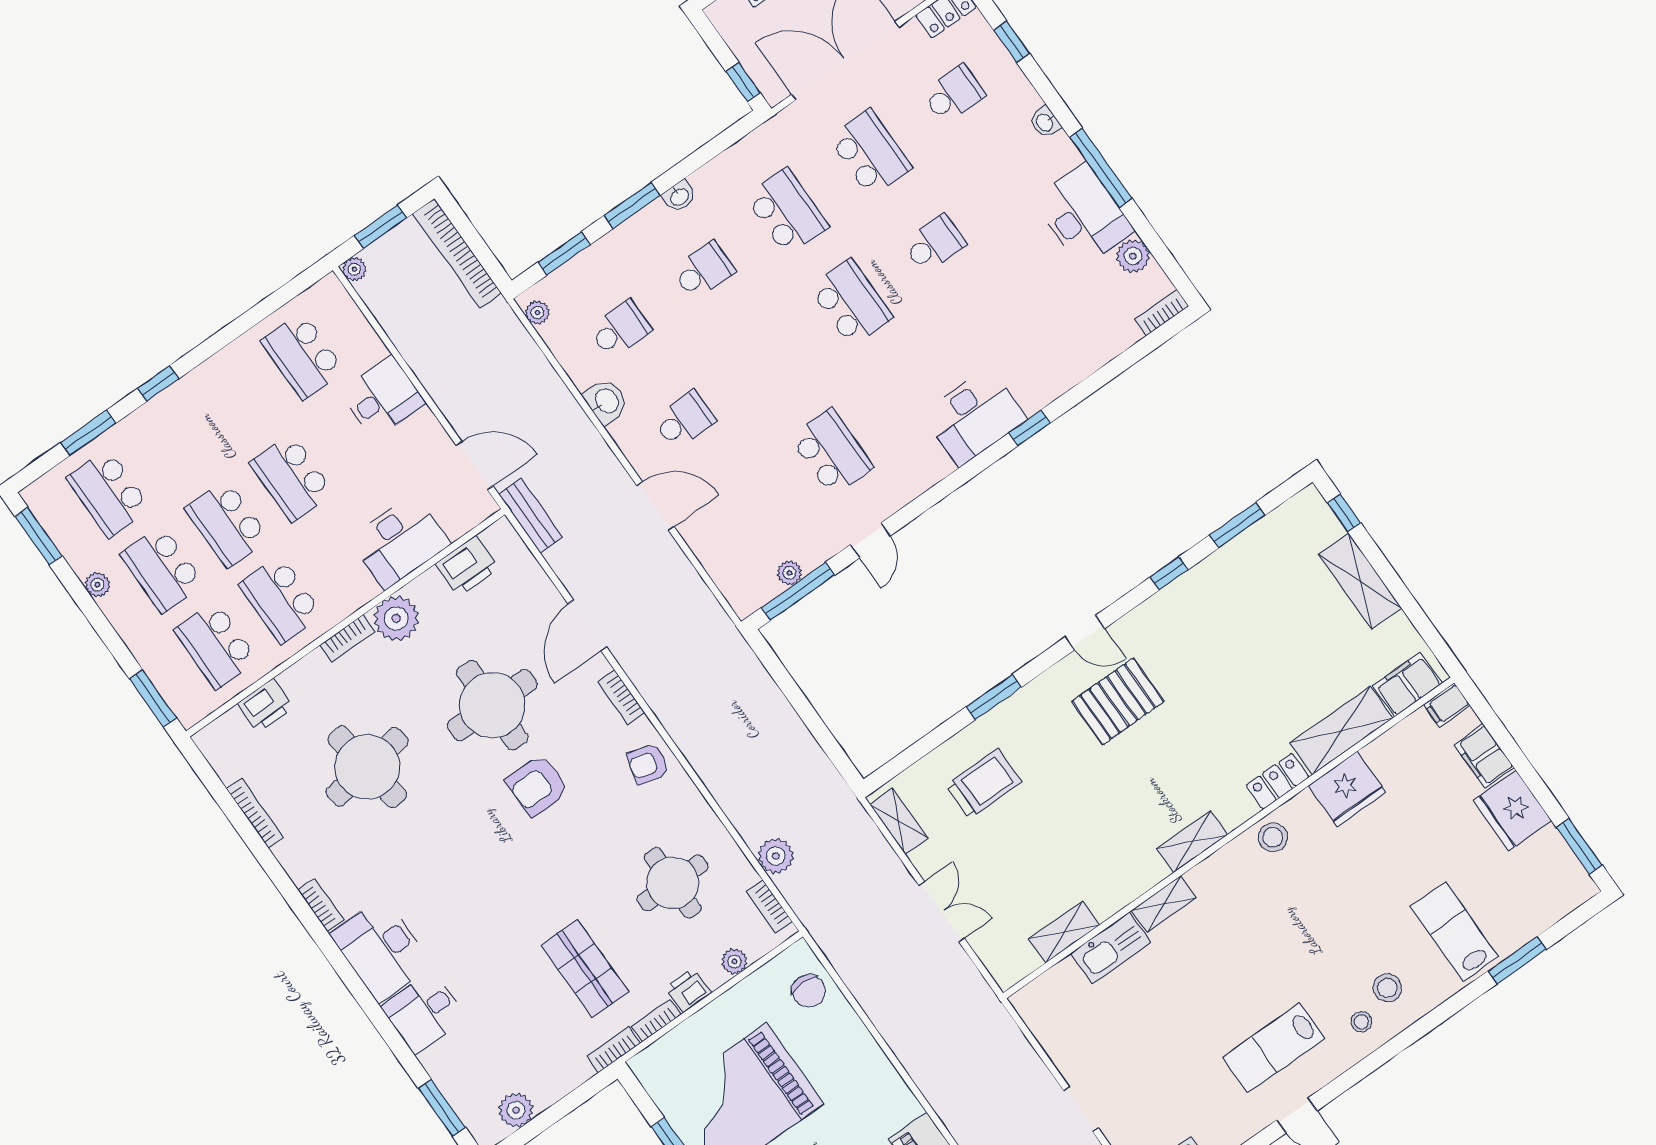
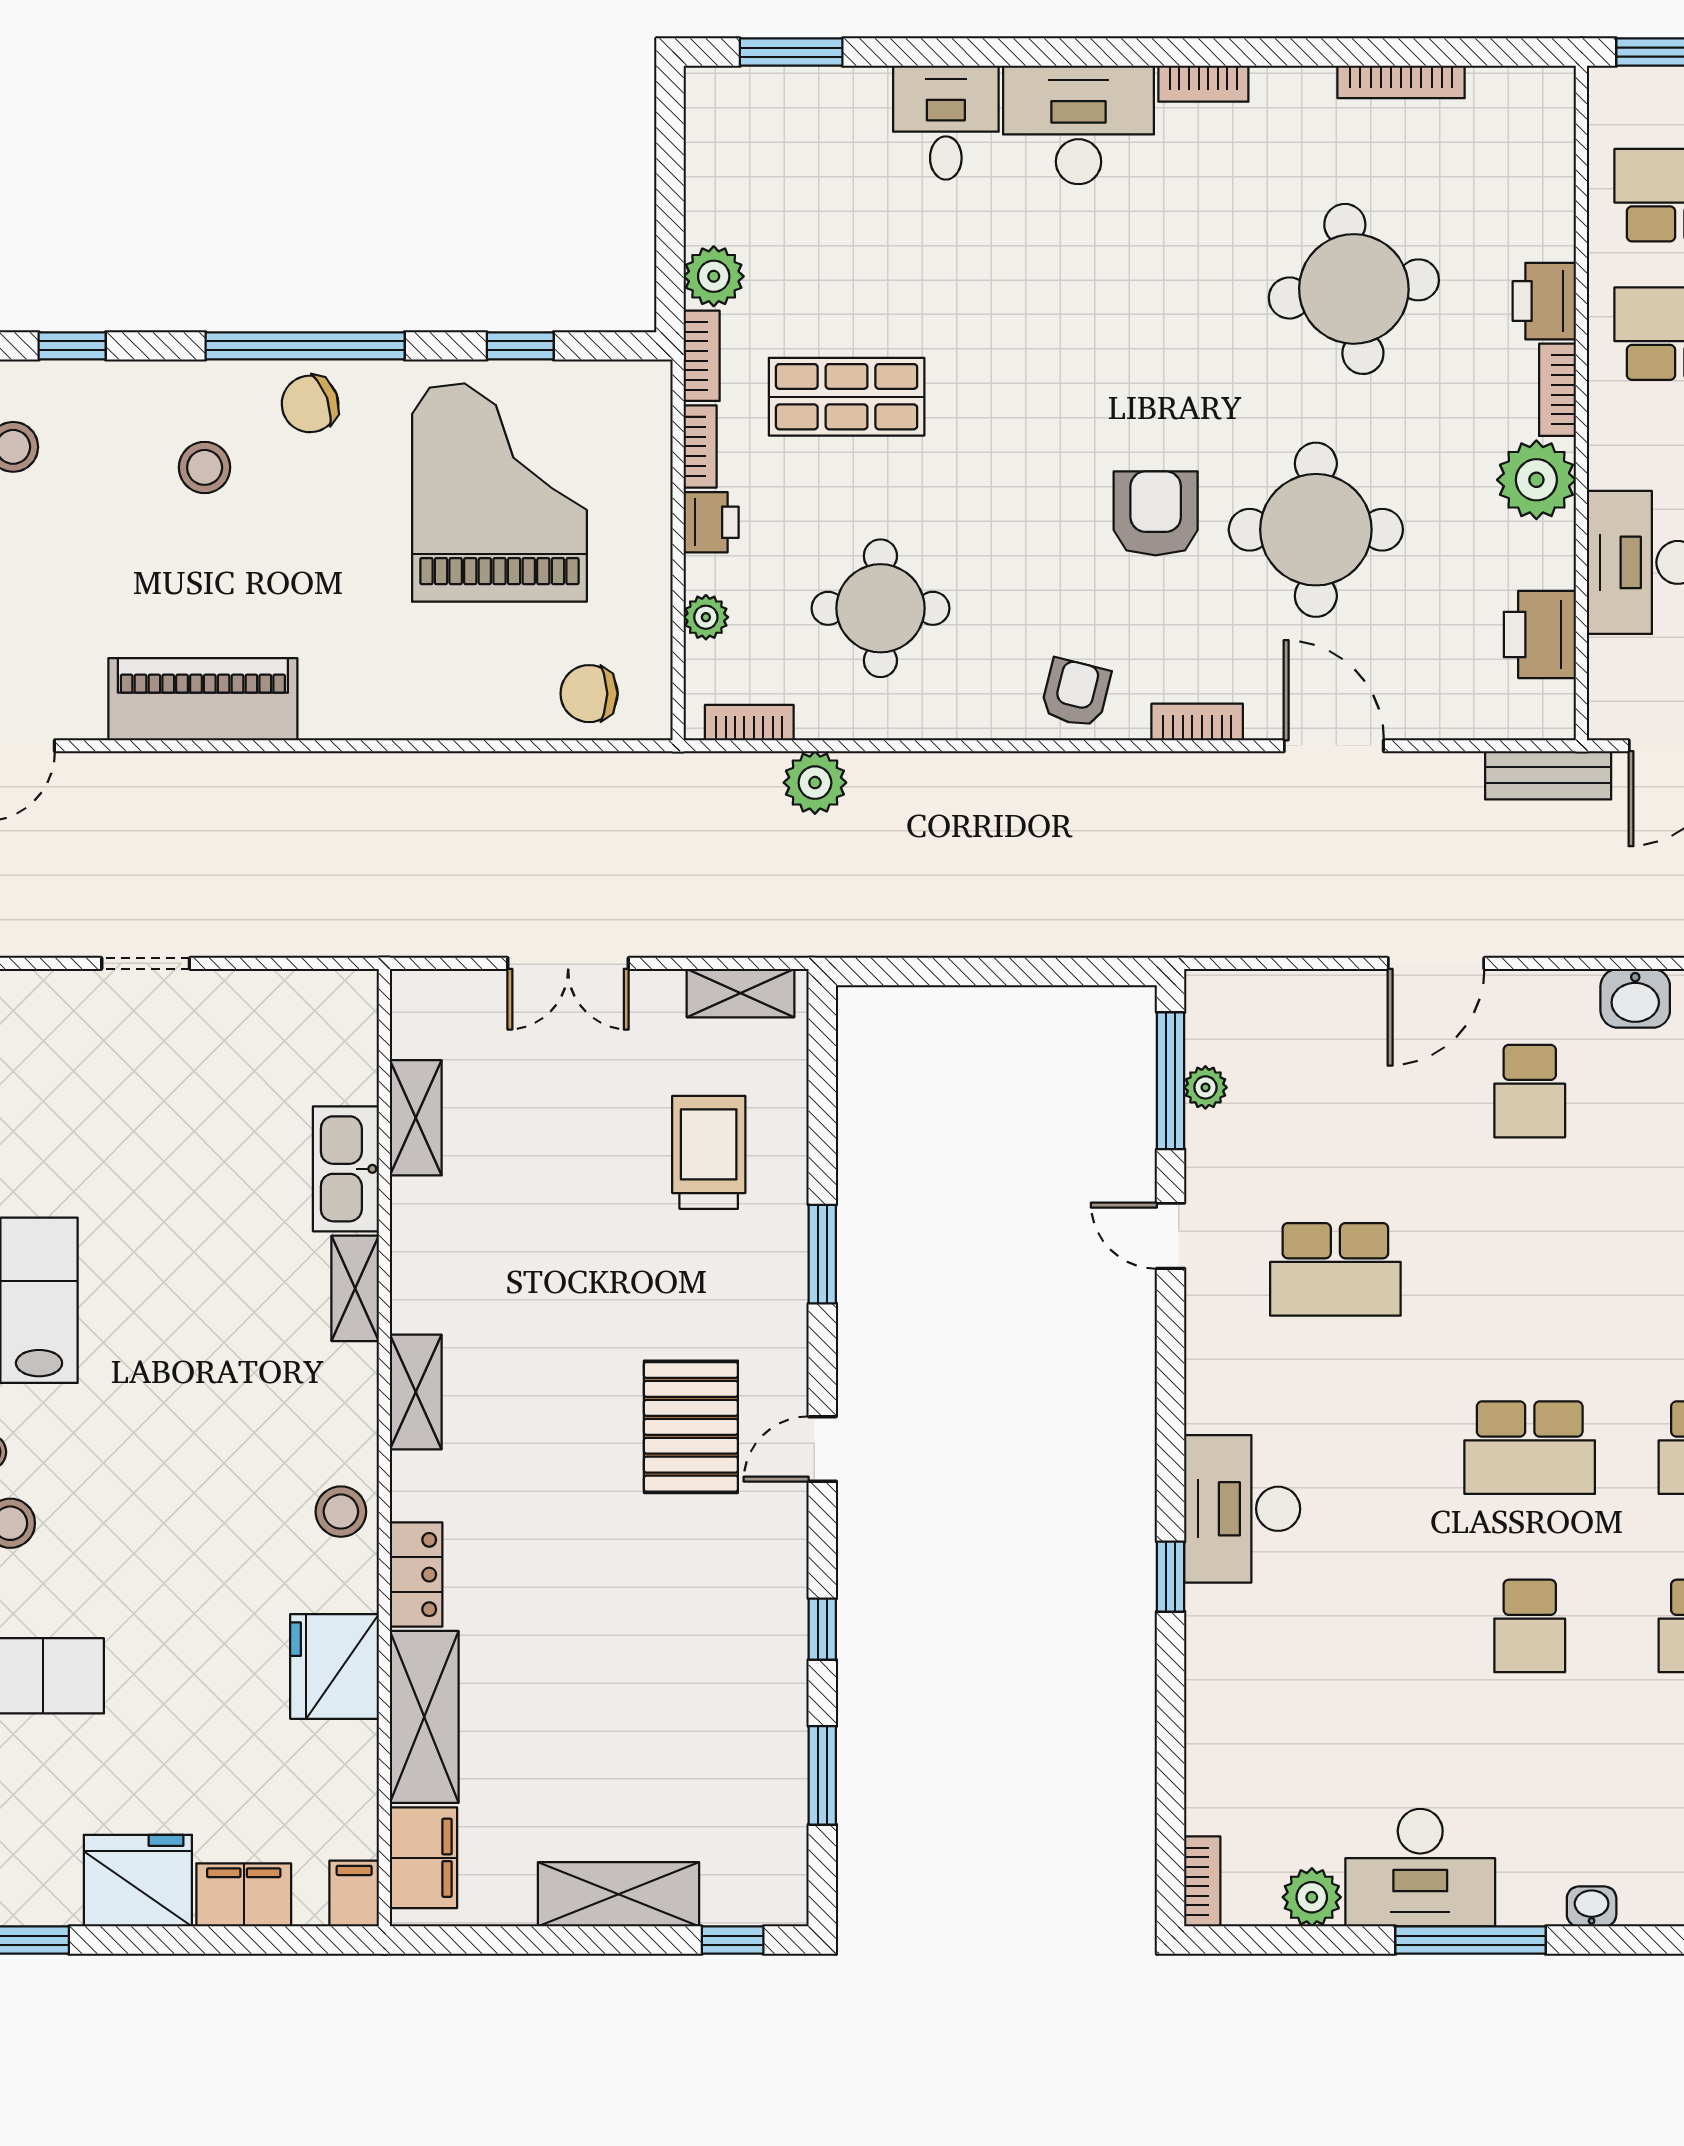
printer: (266, 705) -> (1544, 301), moved
trolley: (984, 784) -> (709, 1152), turned 180
plant: (516, 1110) -> (714, 276), moved

